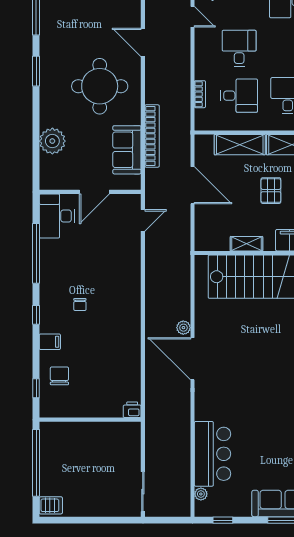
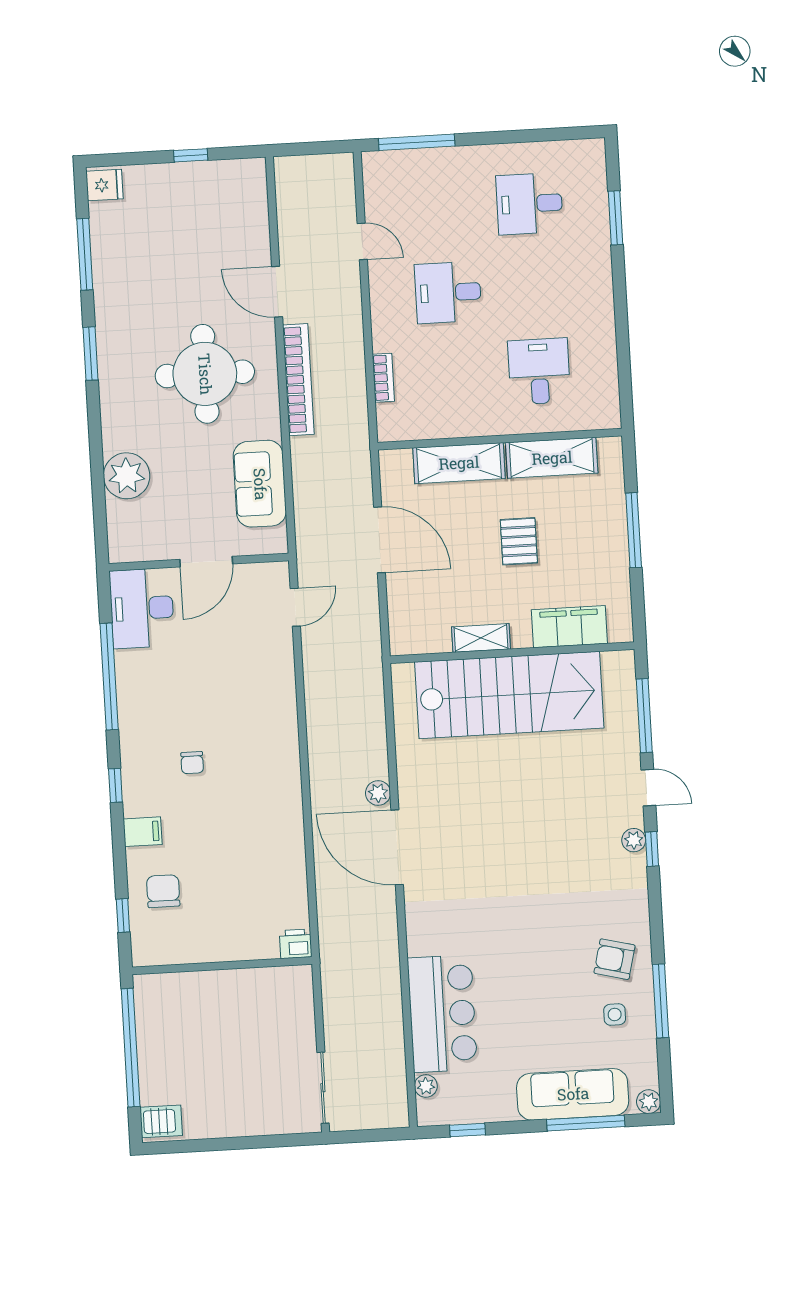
desk: (239, 48) -> (448, 292), turned -90
desk: (239, 96) -> (453, 376), removed
bookcase: (152, 136) -> (298, 380), moved

